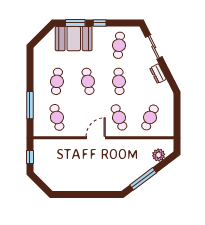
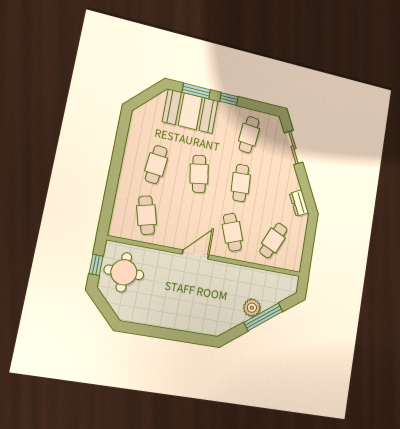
dresser: (158, 74) -> (299, 203), moved
window: (30, 105) -> (111, 190), removed
plant: (159, 155) -> (252, 308), moved
round table: (49, 159) -> (124, 272), added
window: (143, 179) -> (263, 317), moved

